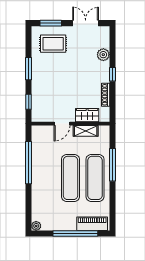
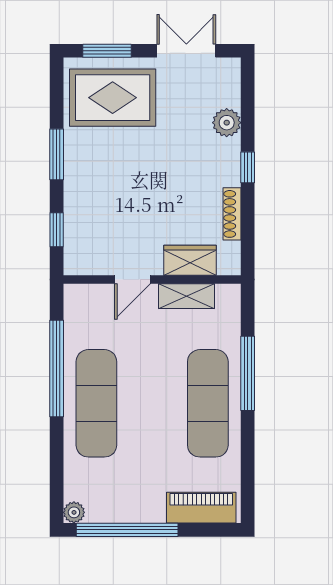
rug: (53, 44) -> (113, 98), width x1.36, depth x1.43
exercise mat: (71, 178) -> (96, 403), moved
window: (75, 234) -> (127, 530), moved

